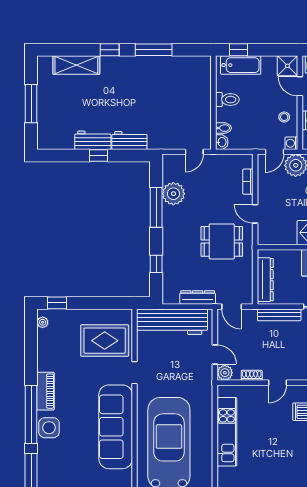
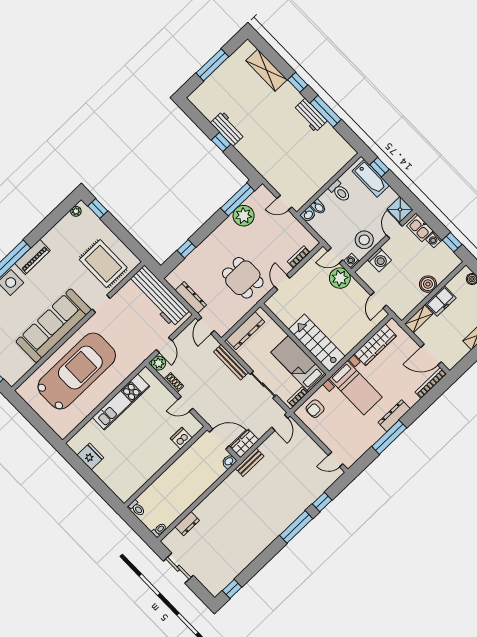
stool: (284, 117) -> (364, 240), width x1.89, depth x1.89
workbench: (129, 140) -> (310, 115), moved, turned 180
window: (156, 207) -> (238, 199), moved

